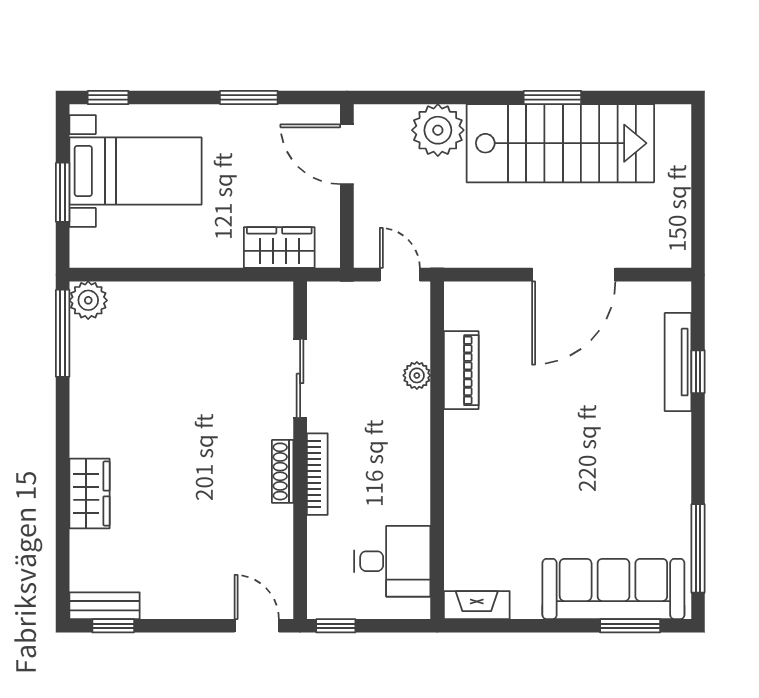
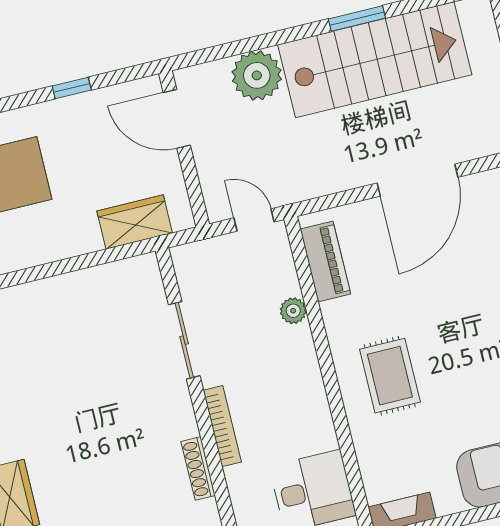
window: (249, 97) -> (72, 88), width x0.67
piano: (461, 370) -> (325, 261), moved
rug: (498, 464) -> (390, 376), added
shoe rack: (283, 471) -> (198, 468), moved

